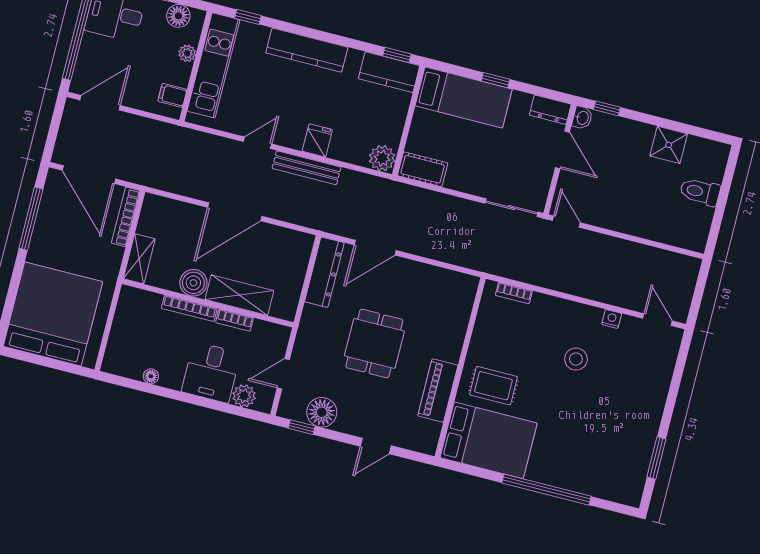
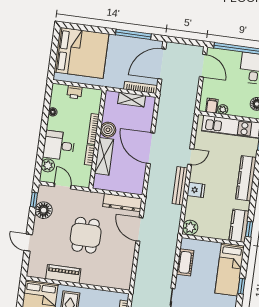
plant: (187, 53) -> (223, 109), moved
door: (258, 143) -> (191, 157), hinge flipped
cot: (423, 169) -> (185, 262), moved
shelving: (139, 259) -> (132, 100), moved
printer: (121, 334) -> (74, 92), added
dining table: (374, 343) -> (86, 235), turned 90

